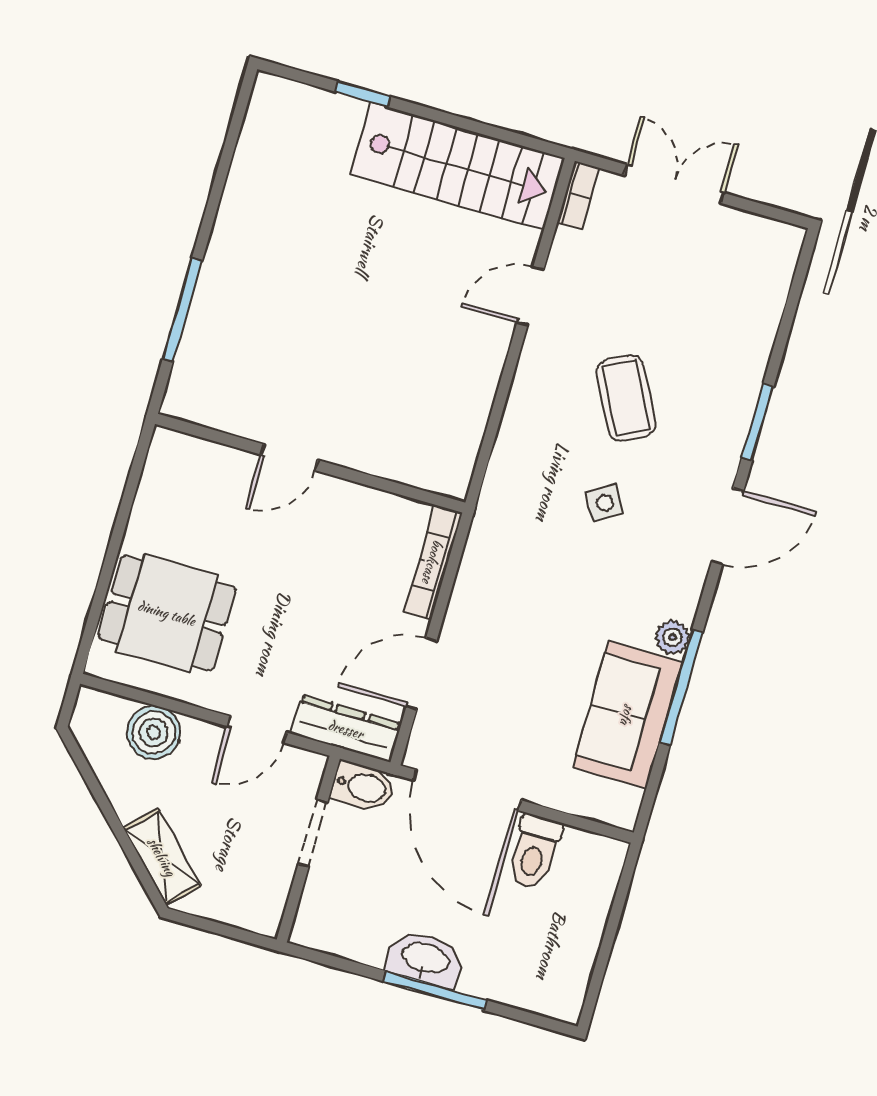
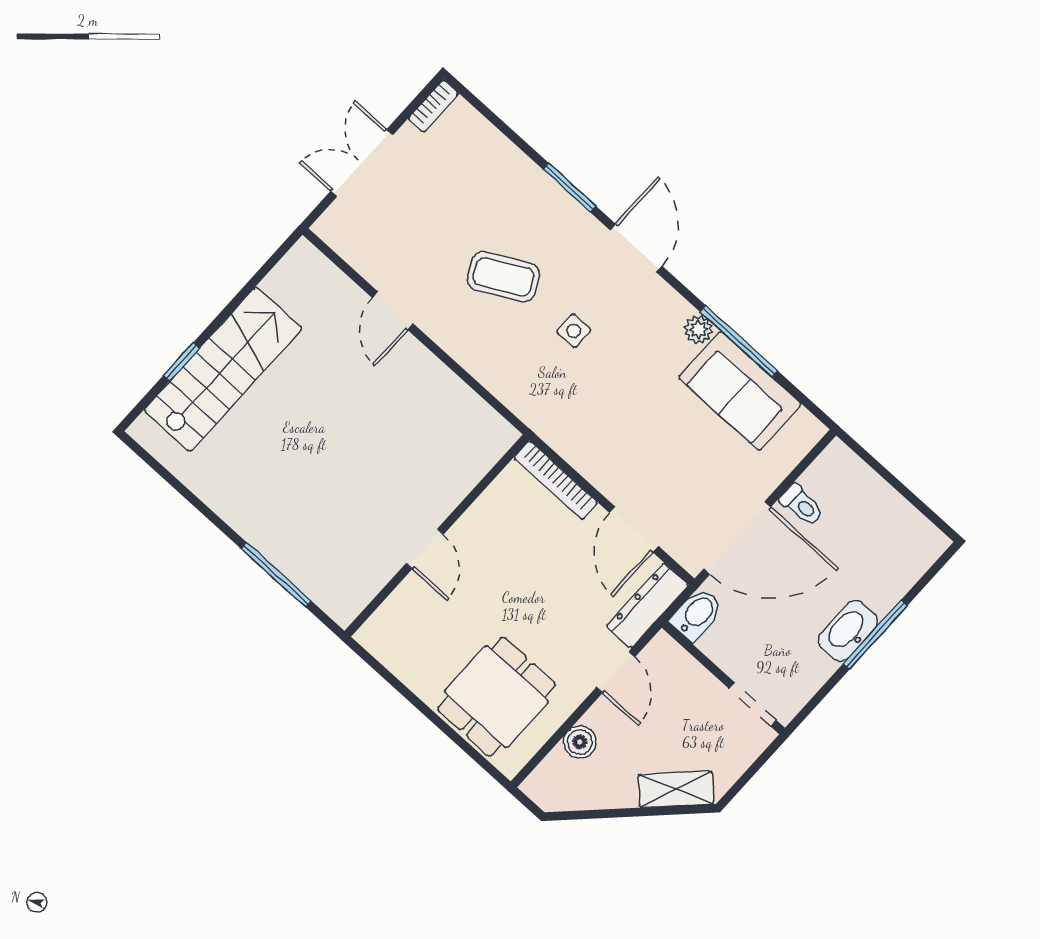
stairs: (457, 166) -> (223, 369), moved
bookcase: (578, 195) -> (433, 106), moved, turned 90
side table: (605, 503) -> (574, 331), turned 32
boiler: (154, 733) -> (580, 742), width x0.73, depth x0.73
doorway: (313, 833) -> (753, 704), moved
toilet: (534, 852) -> (802, 505), width x0.73, depth x0.72

